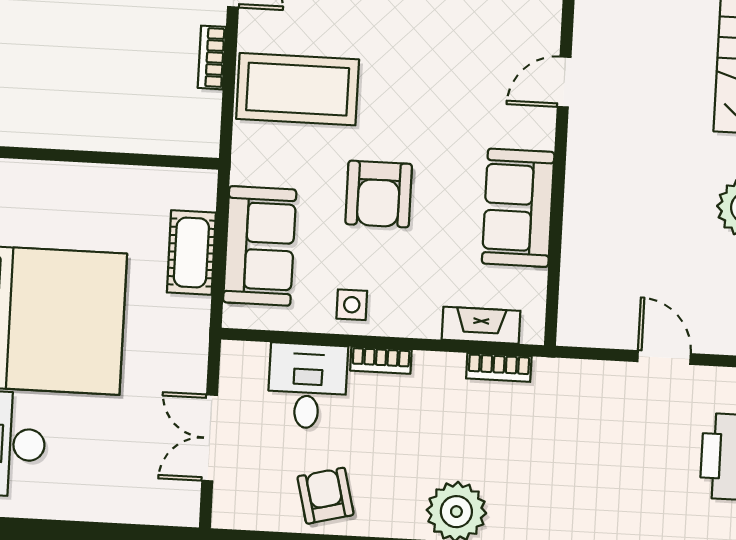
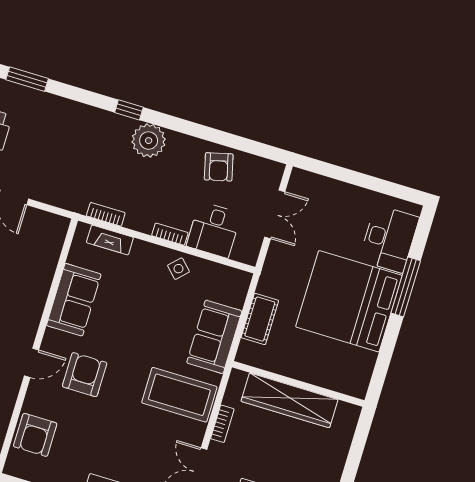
wardrobe: (107, 125) -> (289, 400), added
armchair: (379, 194) -> (85, 375), moved
sofa: (260, 246) -> (214, 337), moved
side table: (352, 305) -> (178, 269), turned 45

